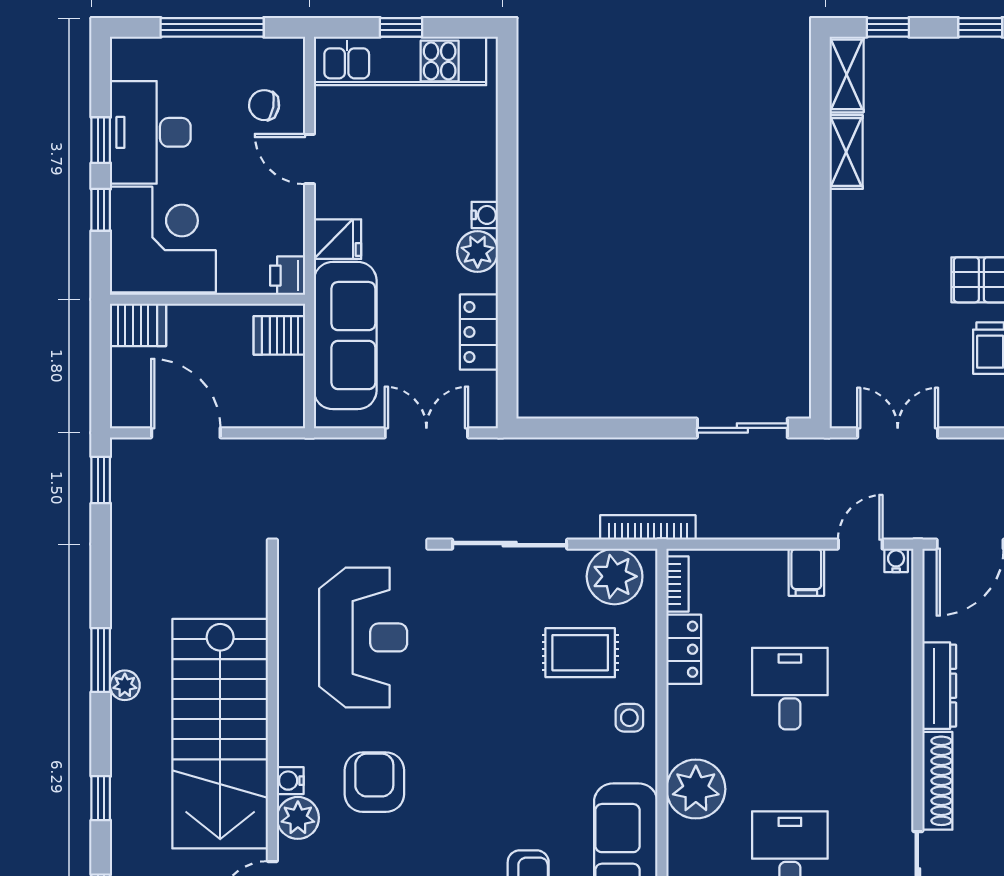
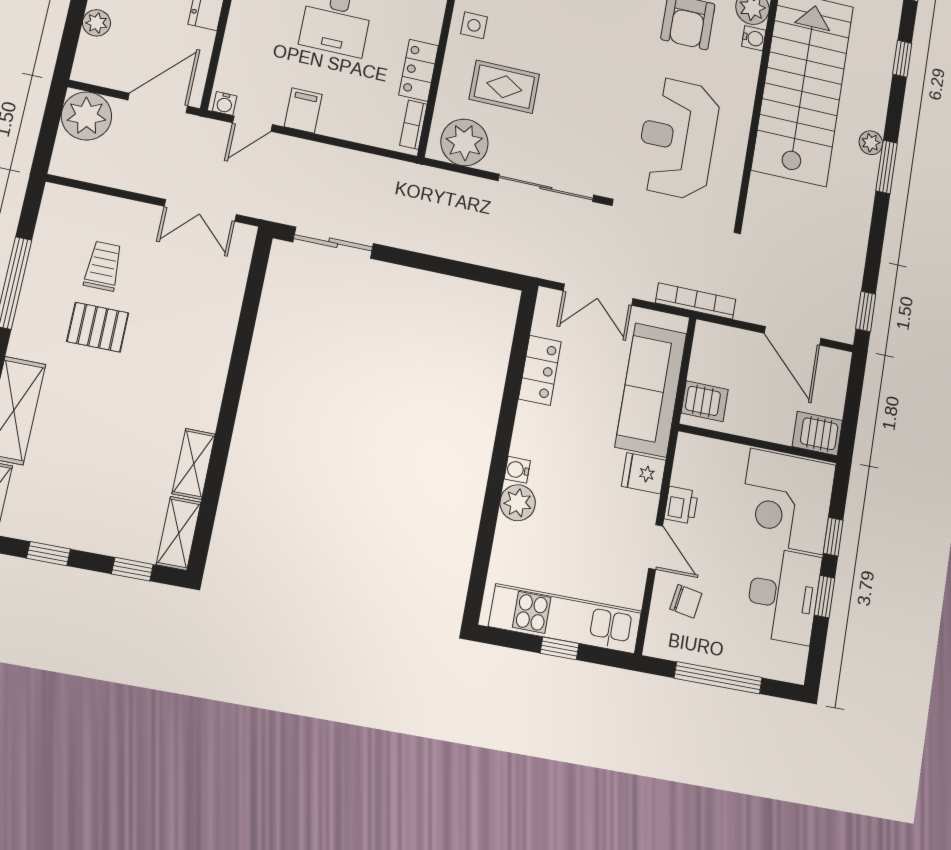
plant: (478, 251) -> (518, 503), moved
printer: (288, 276) -> (681, 505), moved
bookcase: (648, 527) -> (696, 301), moved, turned 180

